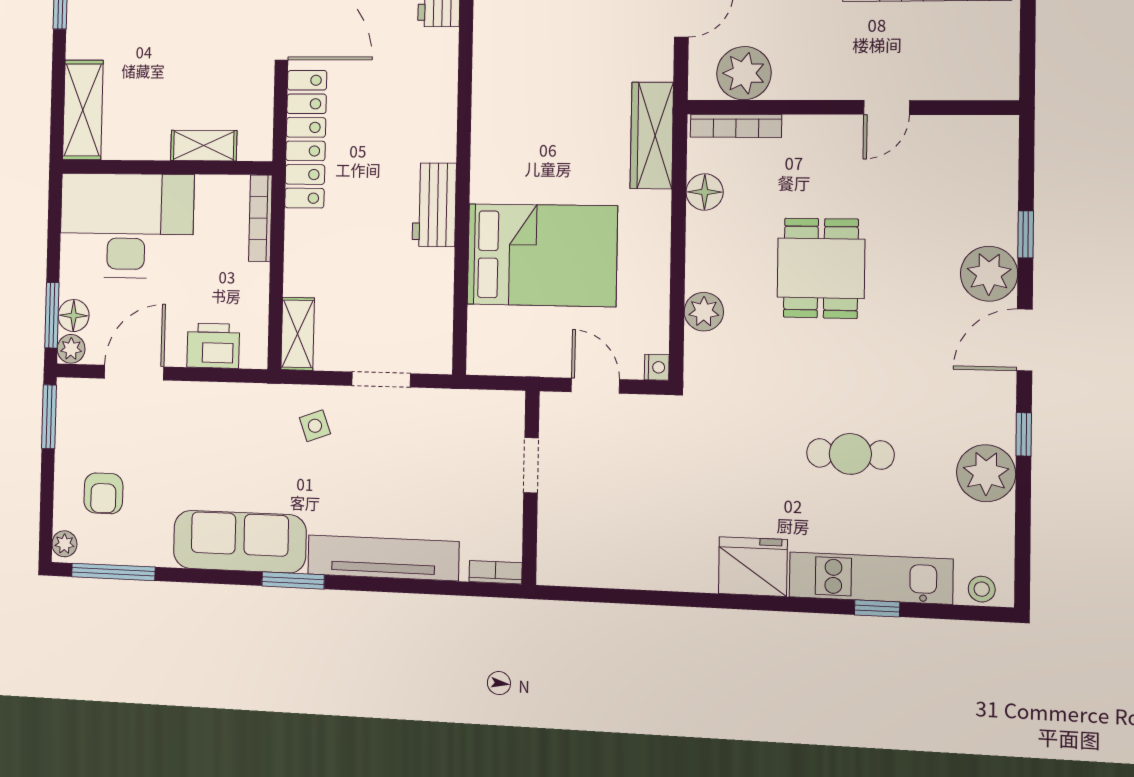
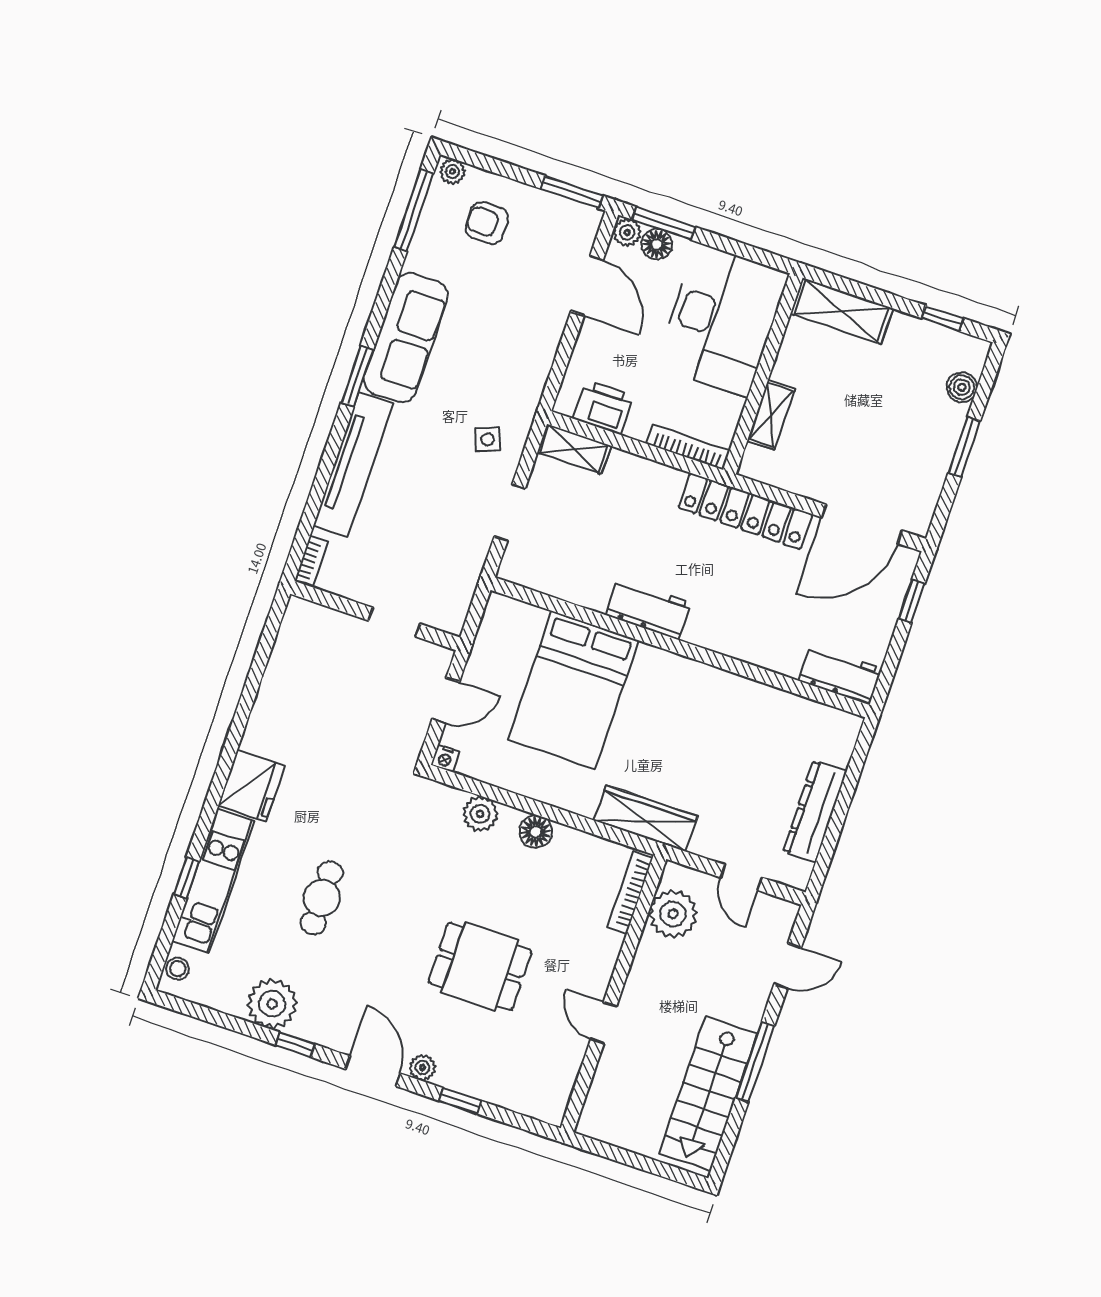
floor lamp: (705, 192) -> (536, 832), moved
dining table: (821, 268) -> (480, 966), moved
plant: (989, 274) -> (422, 1067), width x0.53, depth x0.53
printer: (213, 346) -> (603, 407), moved, turned -90

